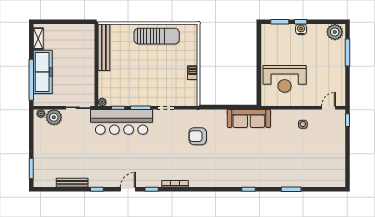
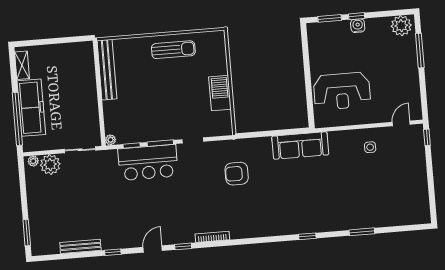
sun lounger: (157, 36) -> (173, 50), width x0.73, depth x0.75
barbecue: (193, 73) -> (220, 93), width x1.88, depth x1.53
bar counter: (122, 122) -> (148, 162), width x0.73

